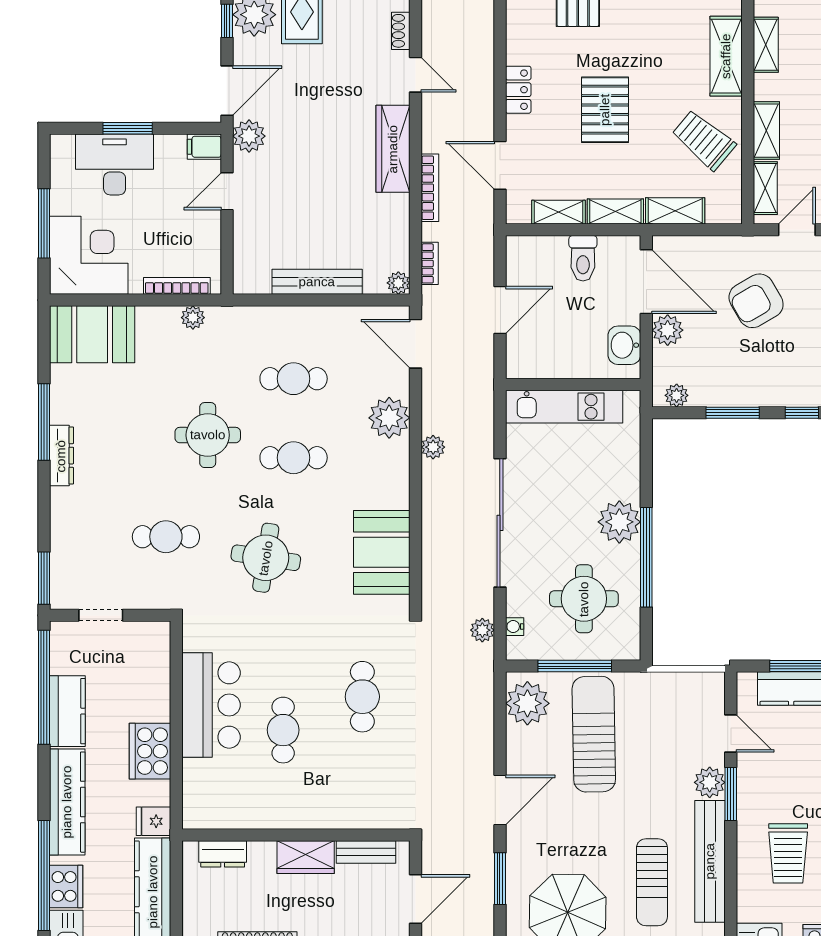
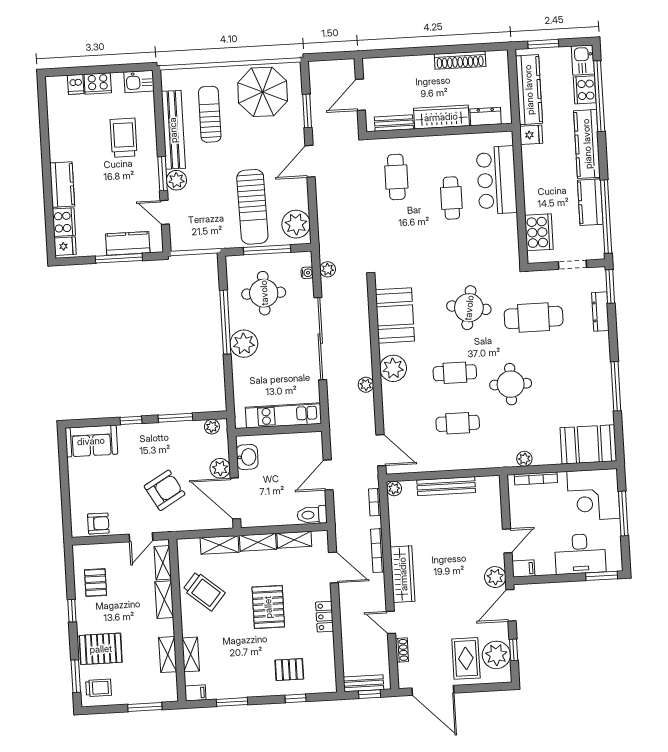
shelving: (726, 56) -> (191, 654), width x0.67, depth x0.75
window: (128, 128) -> (602, 576), moved
toilet: (583, 258) -> (312, 515), moved, turned -90
plant: (389, 418) -> (393, 368), moved
dresser: (61, 456) -> (600, 312), moved
cafe table: (166, 537) -> (534, 317), width x1.37, depth x1.35
cafe table: (362, 697) -> (396, 177), moved
bar counter: (211, 705) -> (497, 180), moved
cooker: (150, 751) -> (539, 232), moved
wardrobe: (306, 857) -> (441, 117), width x1.50

